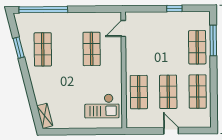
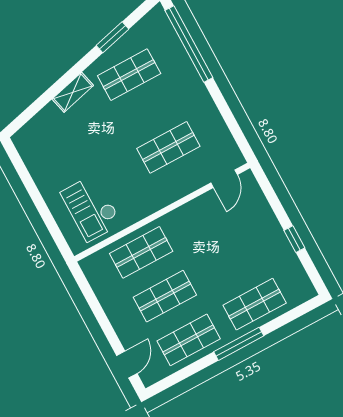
door: (123, 28) -> (224, 179), swing flipped
window: (213, 40) -> (239, 344), moved
shelving: (45, 116) -> (73, 92), moved
door: (171, 131) -> (127, 364), moved

